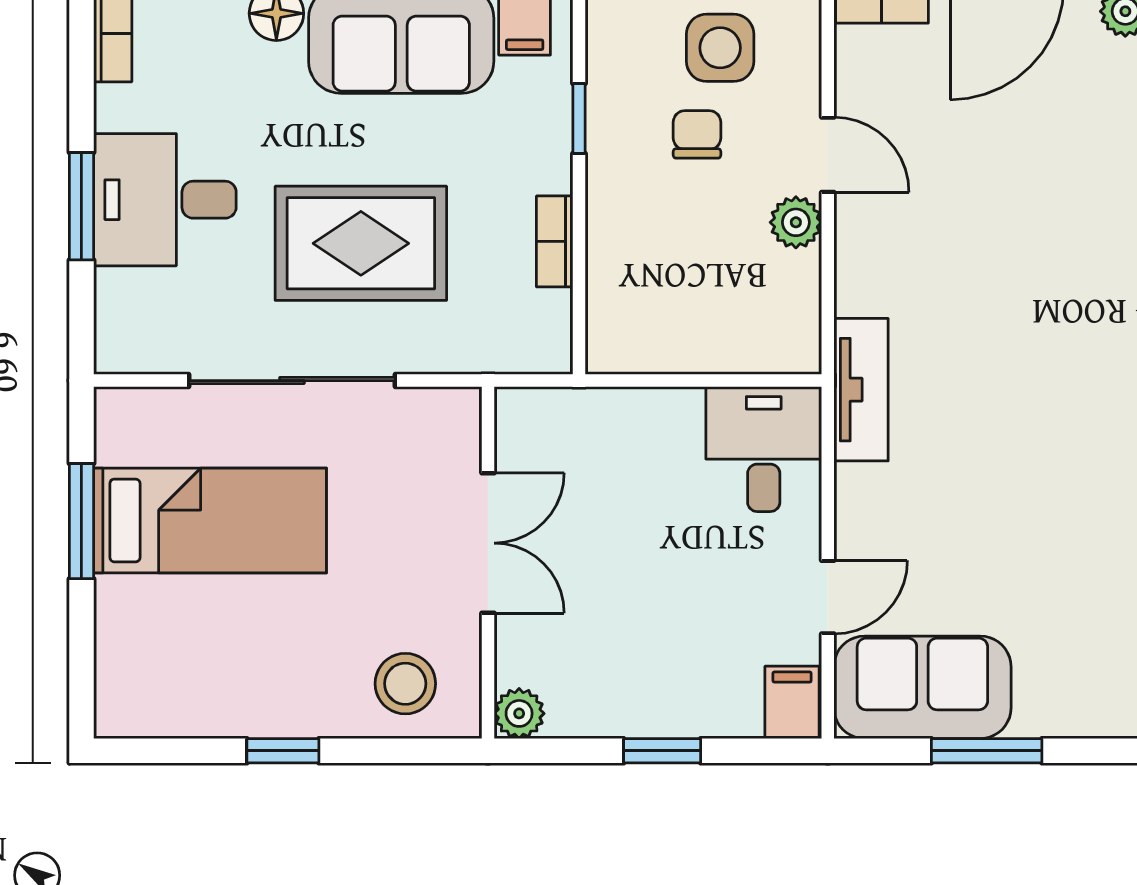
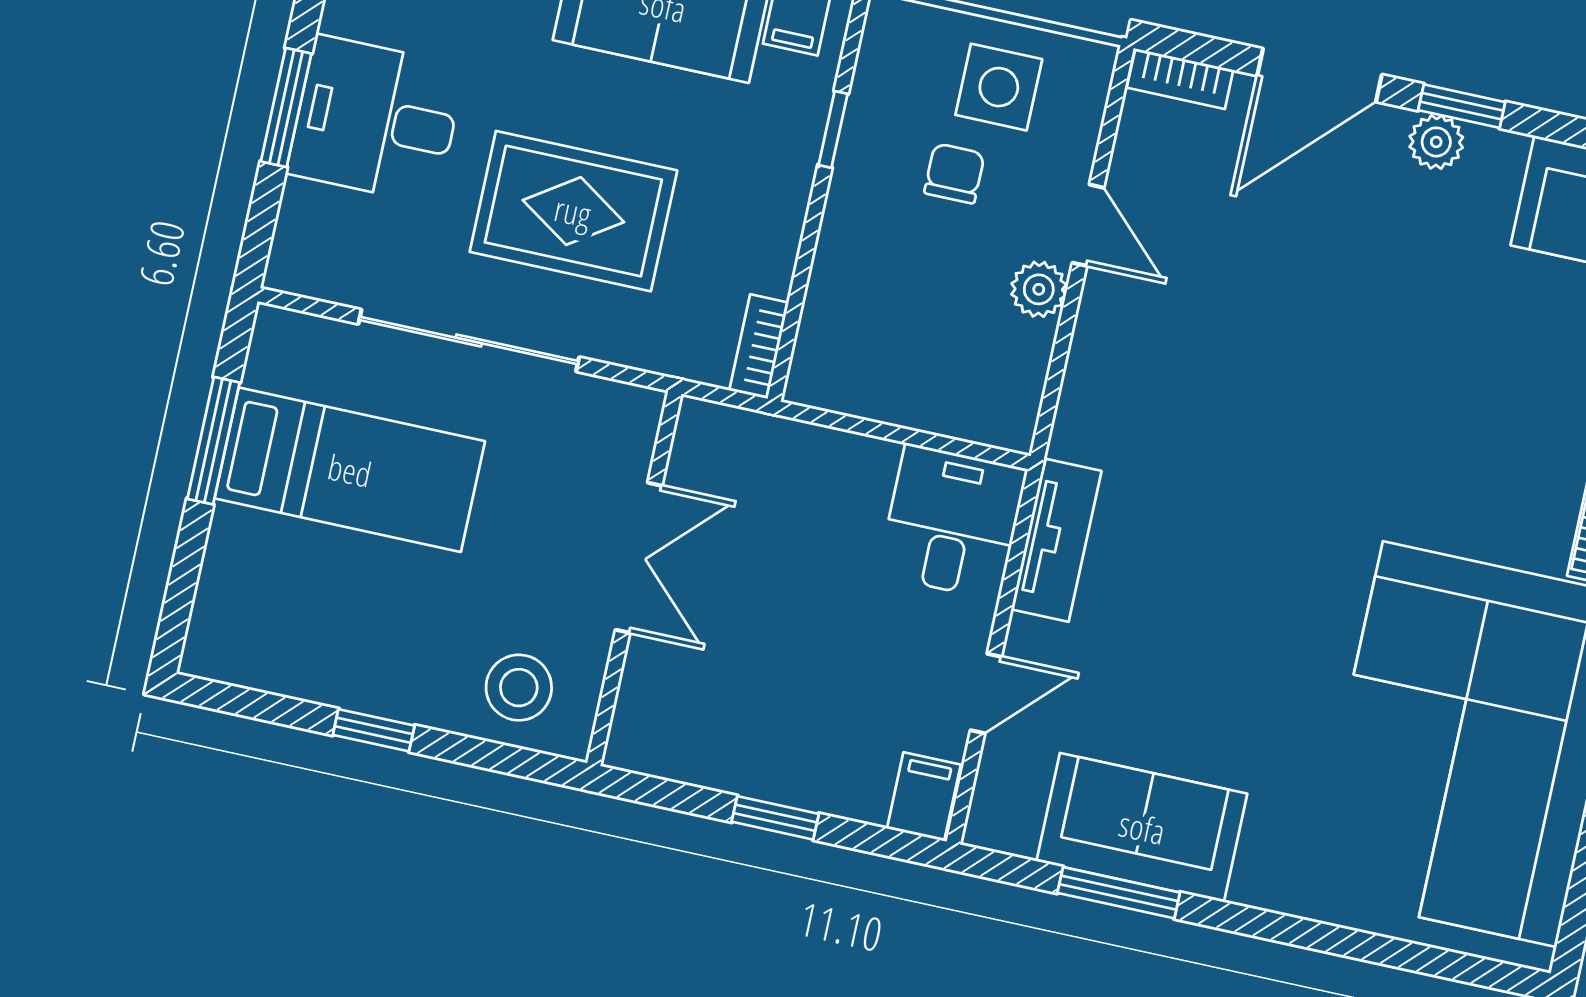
bookcase: (555, 241) -> (759, 347), moved
tv unit: (861, 390) -> (1056, 540), moved
sofa: (922, 687) -> (1142, 827), moved
plant: (519, 713) -> (632, 745), removed

